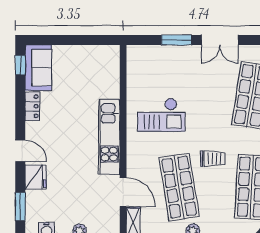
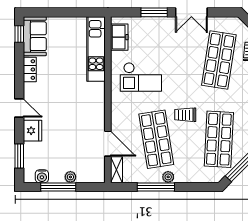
freezer: (136, 69) -> (119, 37), added
kitchen unit: (109, 137) -> (96, 49), moved
trolley: (213, 159) -> (185, 115), turned 180

